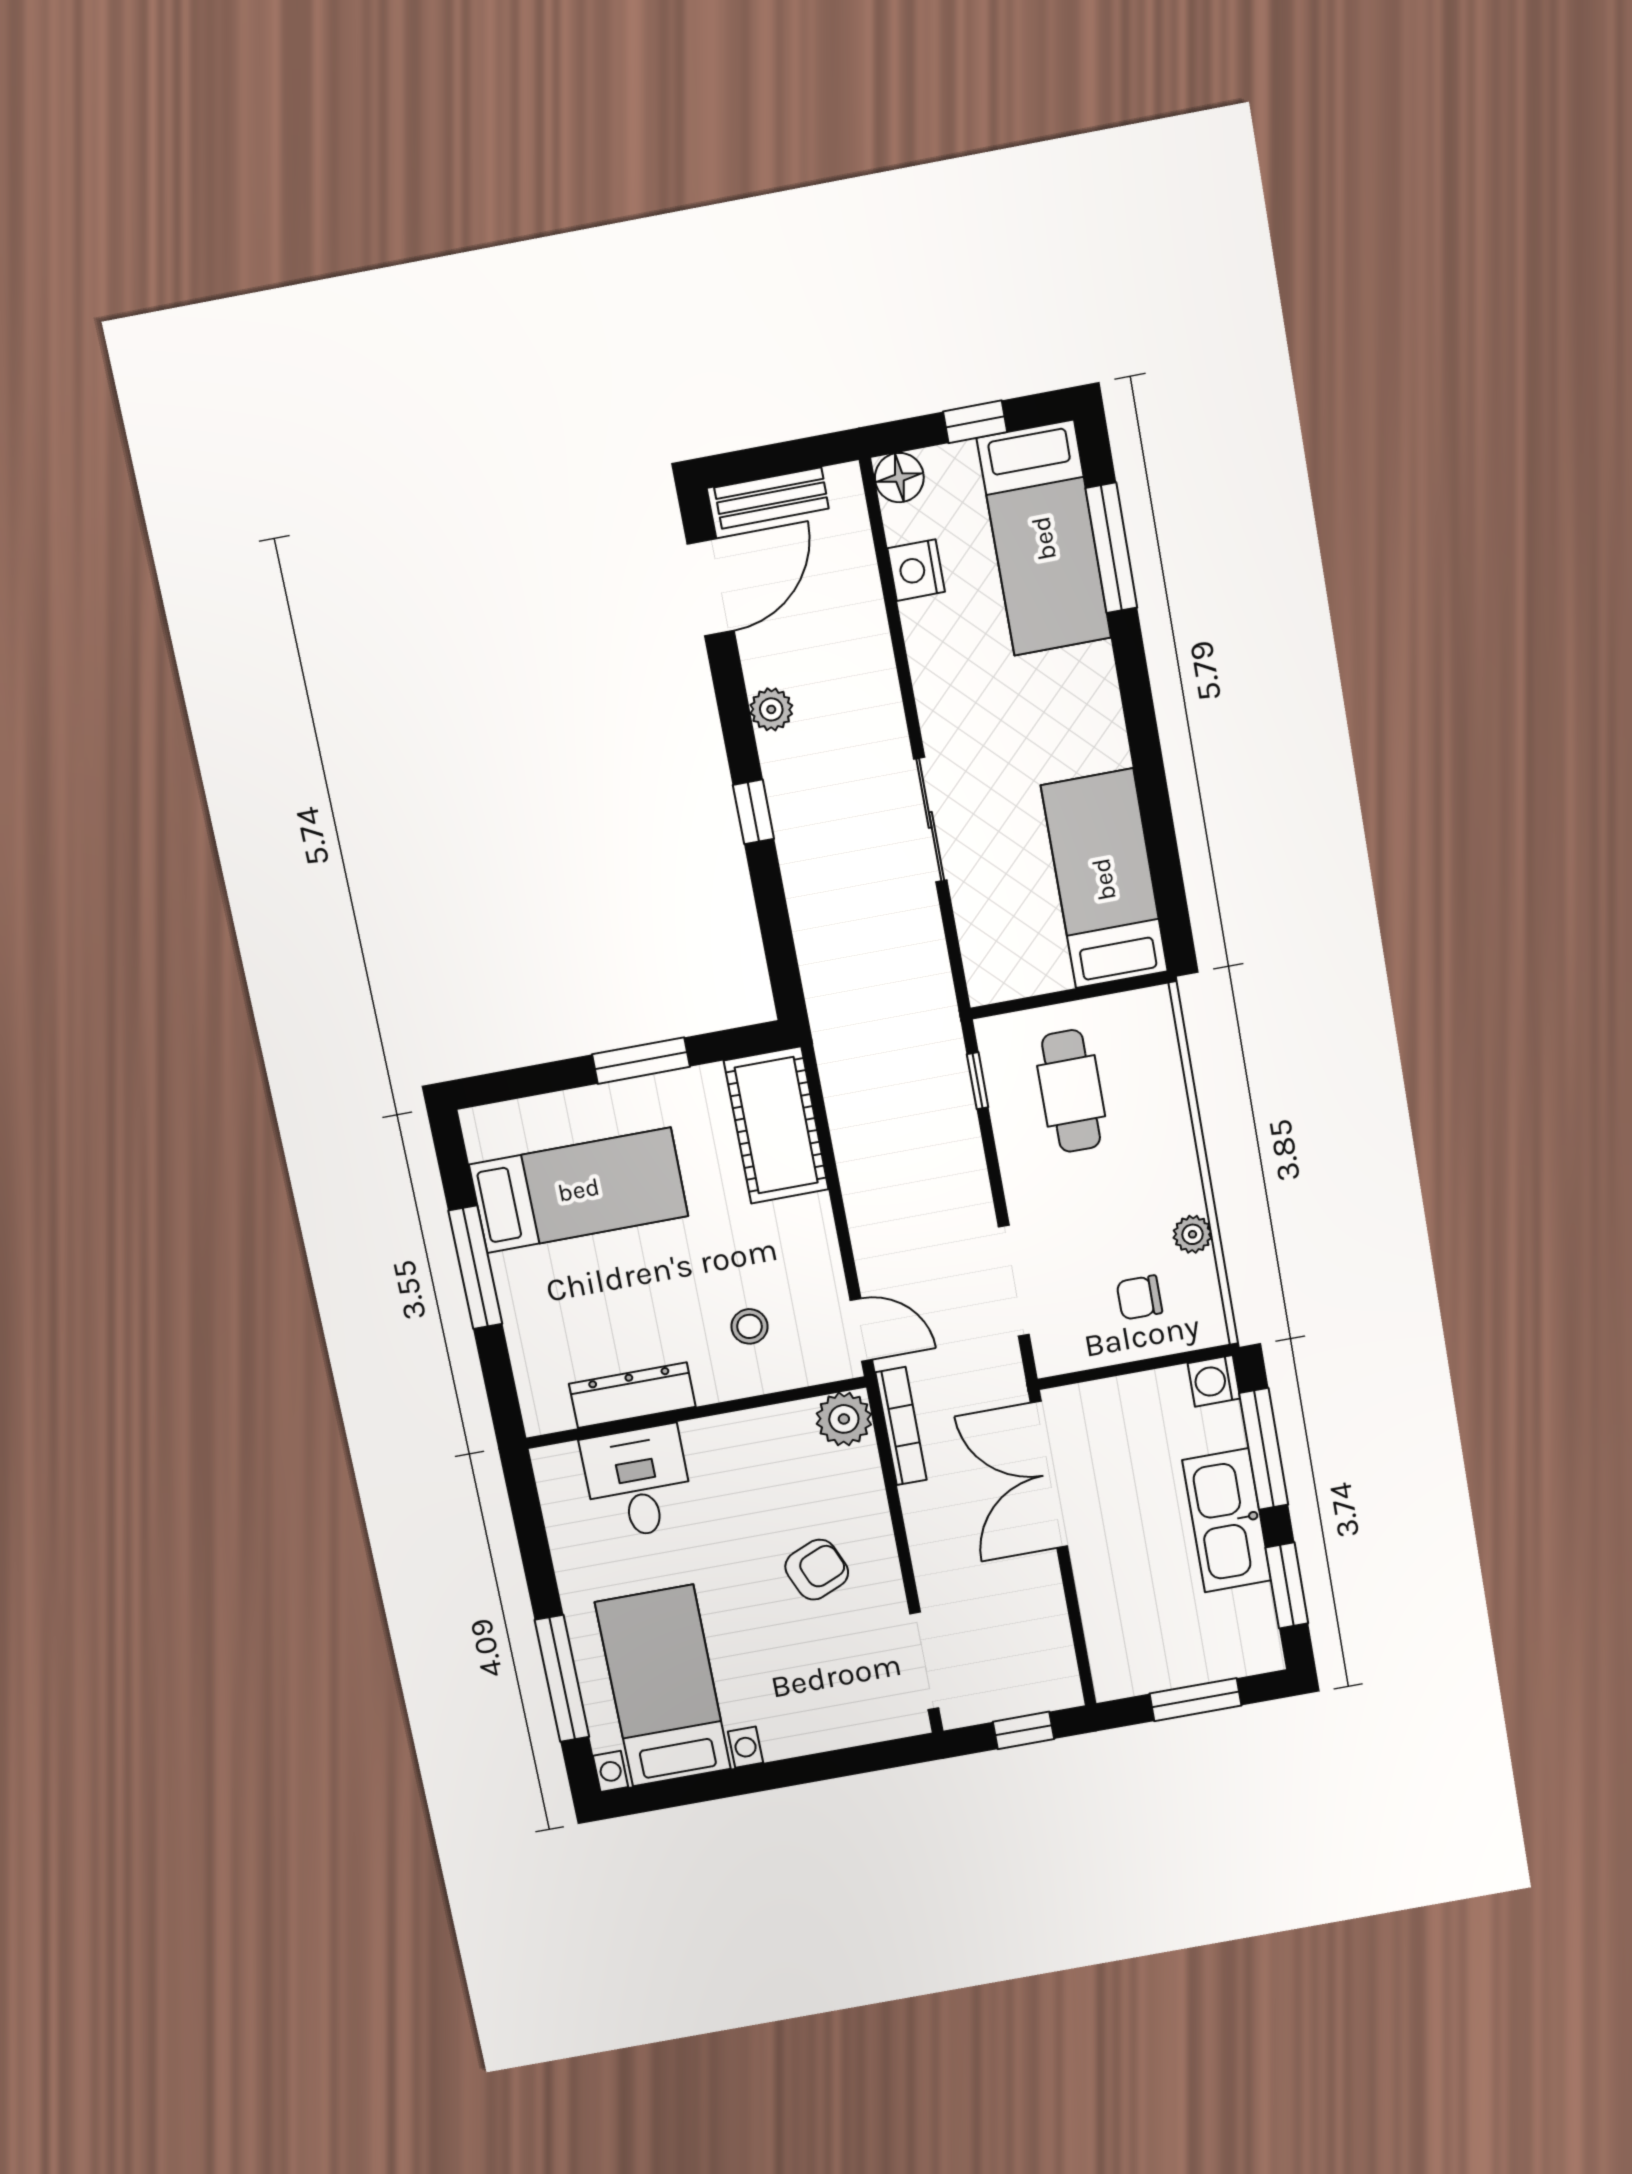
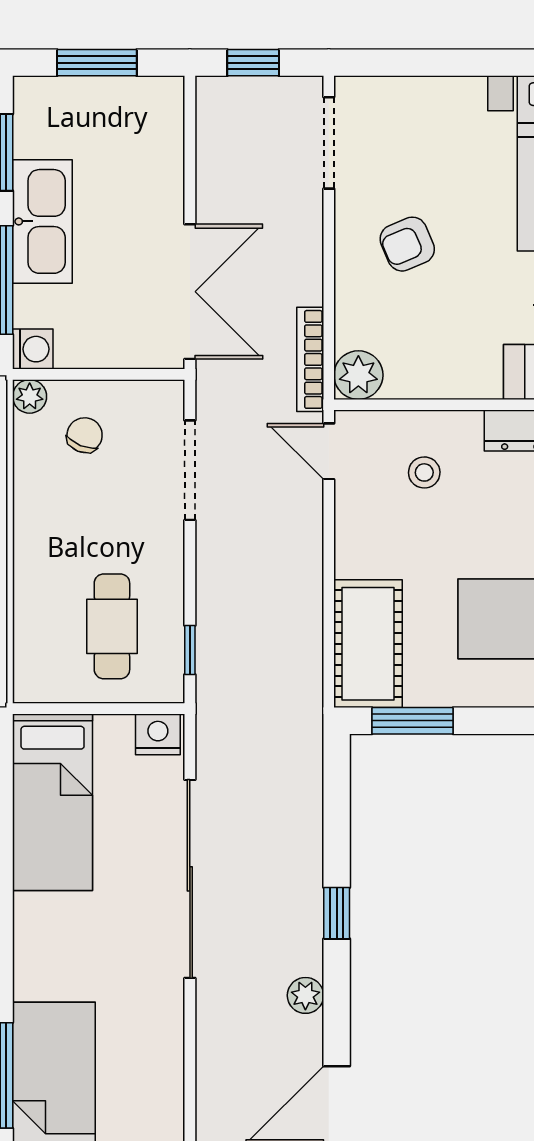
nightstand: (916, 570) -> (158, 734), moved, turned -90
sliding door: (930, 820) -> (190, 879), width x1.86
window: (641, 1061) -> (413, 721), moved
plant: (1193, 1234) -> (30, 396), moved
chair: (1139, 1297) -> (85, 435), turned -68

